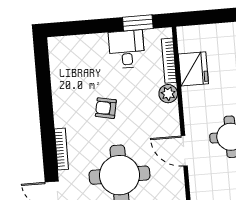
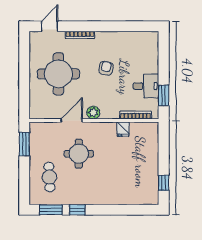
fridge: (193, 69) -> (123, 129), width x0.53, depth x0.75
plant: (168, 94) -> (93, 113), moved

